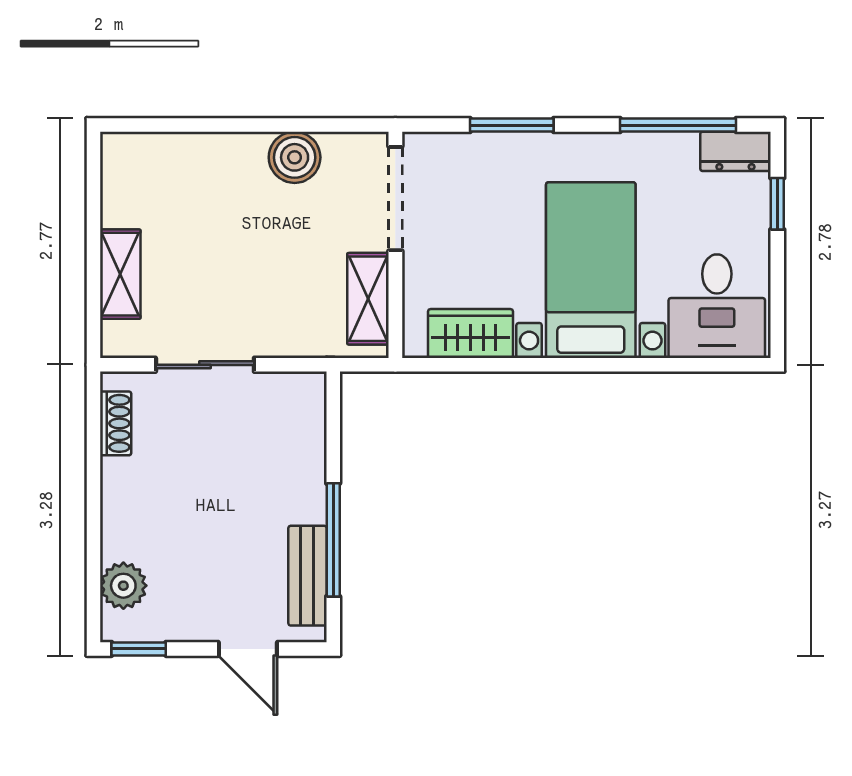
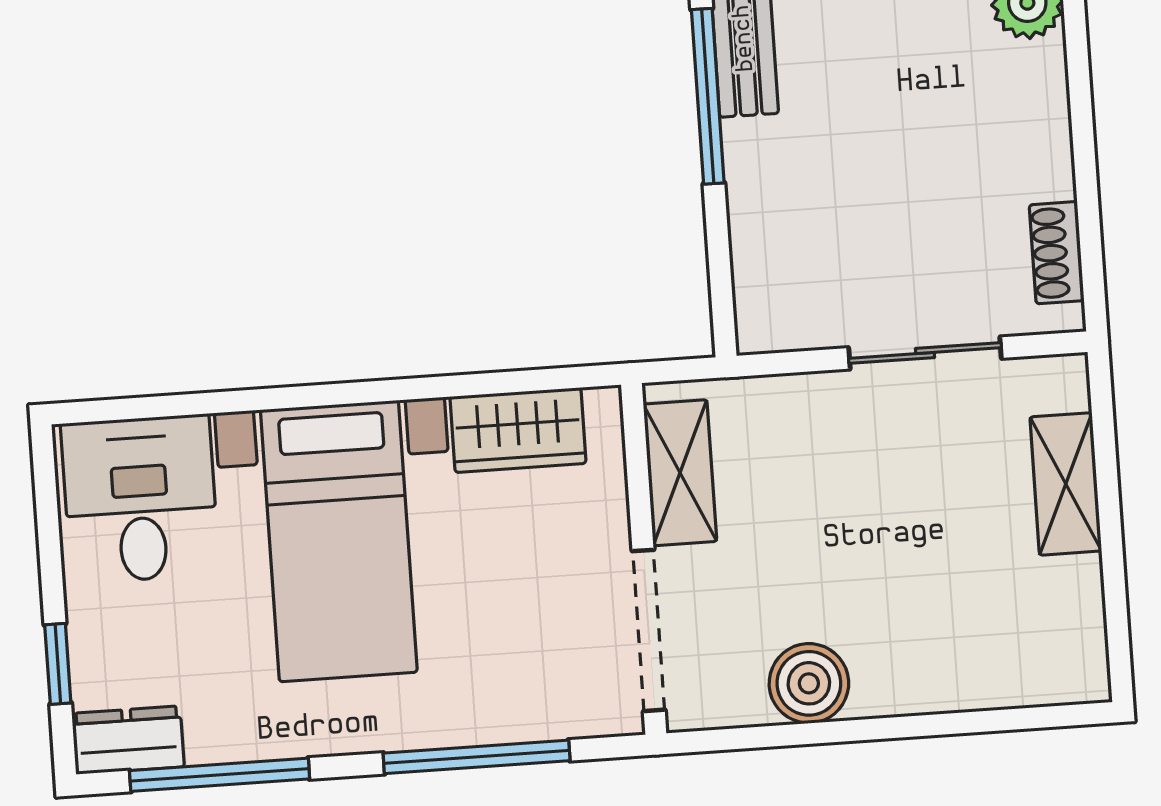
window: (512, 125) -> (477, 757), width x1.44

